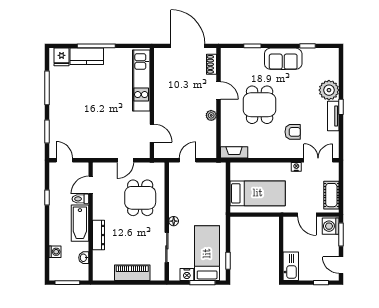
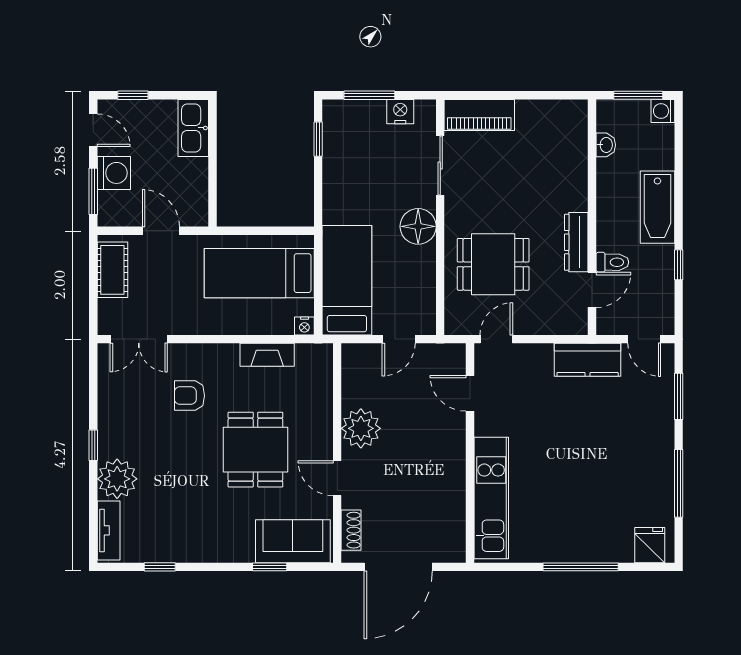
door: (188, 46) -> (398, 567), hinge flipped
kitchen counter: (87, 56) -> (588, 360), moved, turned 180
sofa: (283, 59) -> (293, 541), moved
plant: (211, 115) -> (361, 428), width x1.88, depth x1.88
tv unit: (333, 116) -> (109, 530), moved
fireplace: (234, 152) -> (267, 355), moved
door: (125, 160) -> (496, 339), moved
nightstand: (296, 167) -> (304, 326), moved
dining table: (140, 198) -> (493, 264), turned 90
floor lamp: (174, 221) -> (418, 226), width x1.89, depth x1.89
bathtub: (80, 223) -> (657, 207), moved, turned 180
washing machine: (331, 226) -> (114, 173), moved
dresser: (98, 235) -> (576, 242), moved
washing machine: (55, 252) -> (663, 111), moved
bed: (207, 253) -> (347, 280), moved, turned 180
piano: (132, 273) -> (479, 115), moved

